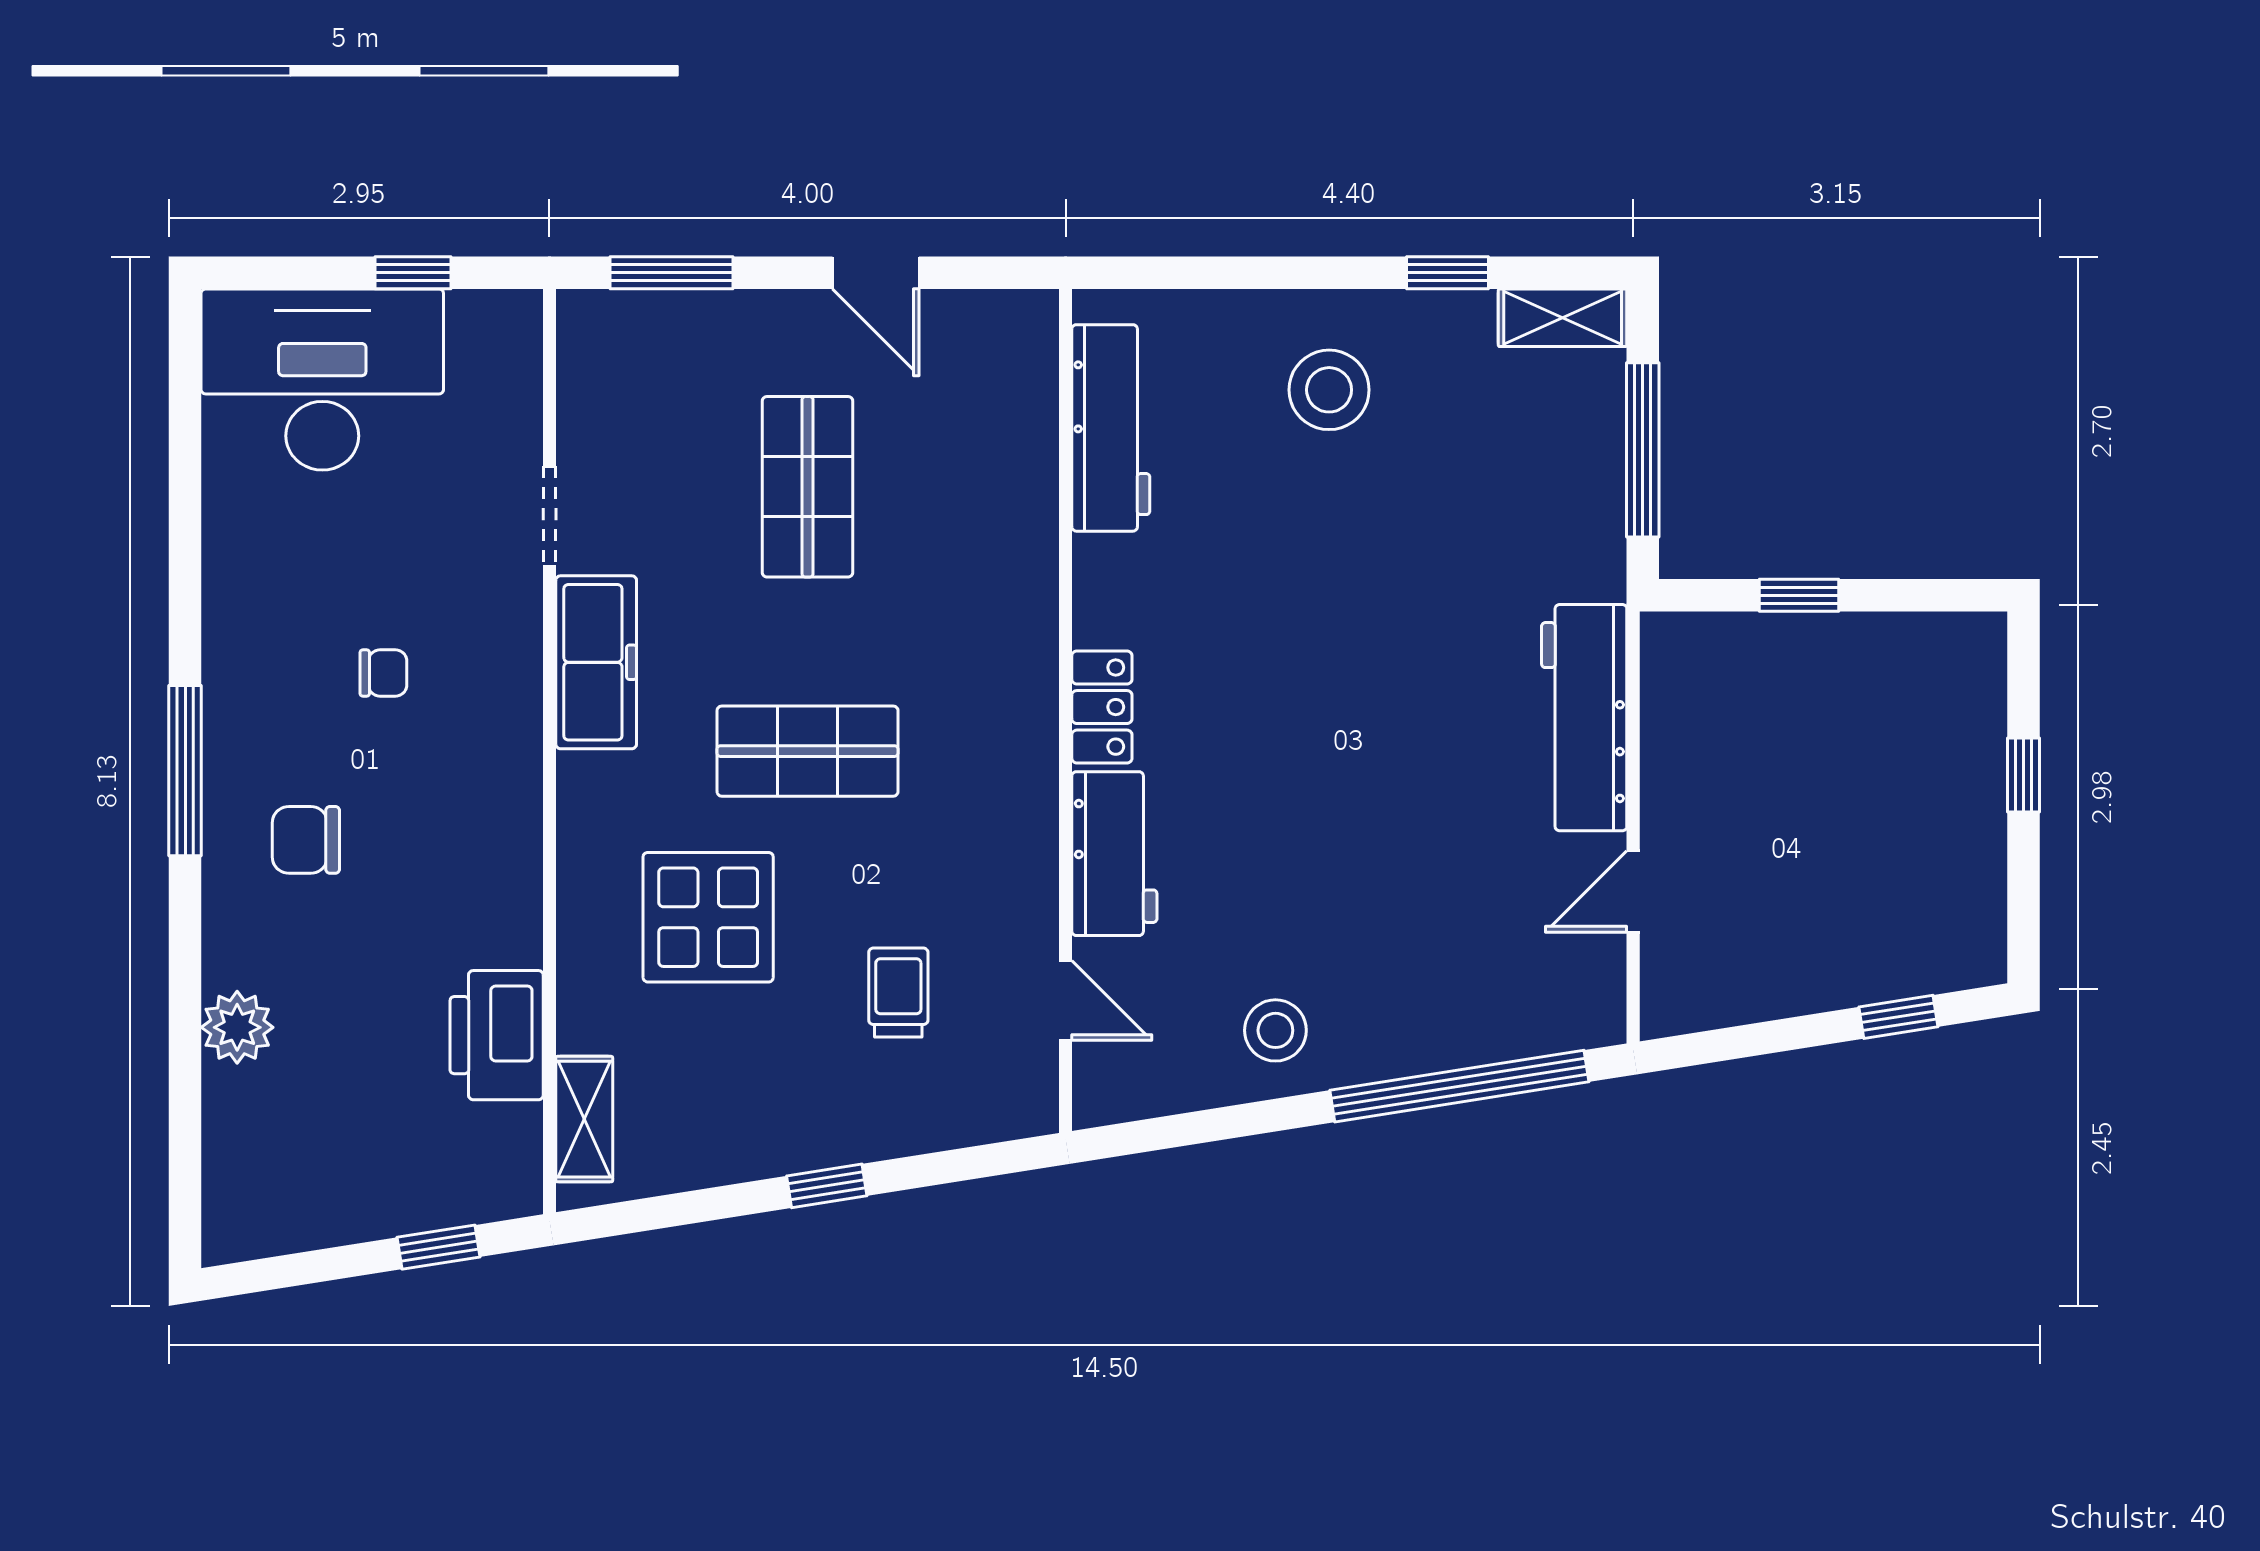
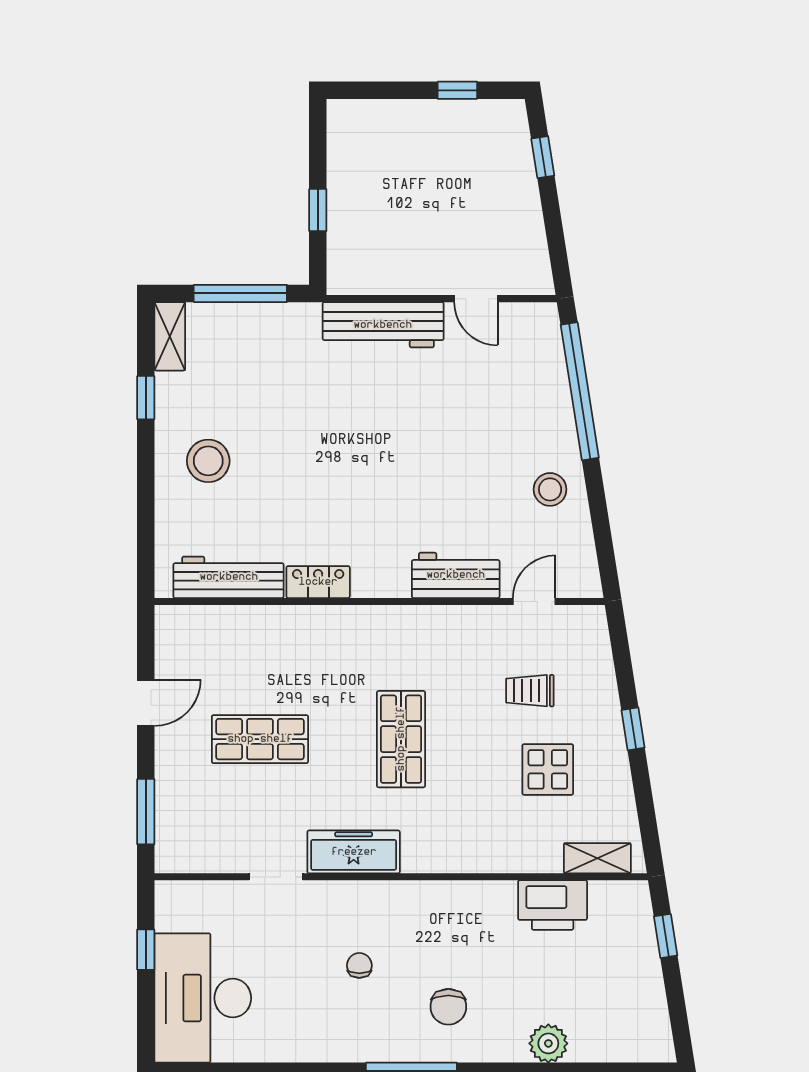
locker: (1102, 707) -> (318, 582), moved
window: (2023, 775) -> (457, 90), moved
display table: (708, 917) -> (548, 769), moved, width x0.73, depth x0.73

